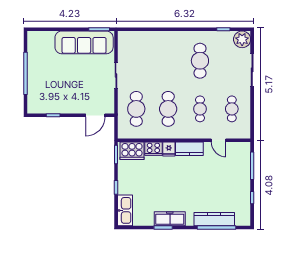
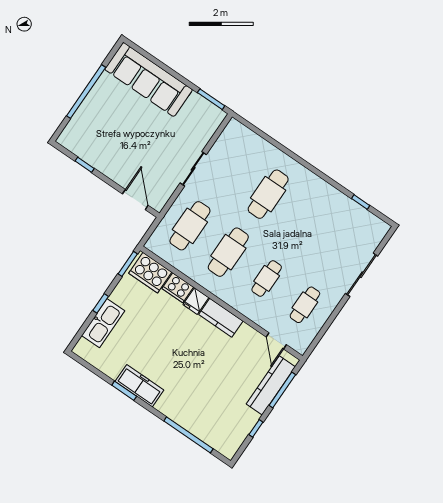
plant: (242, 39) -> (375, 230), removed
sofa: (84, 42) -> (149, 79), moved
cafe table: (200, 61) -> (268, 194), moved
door: (95, 115) -> (135, 200), swing flipped
door: (219, 140) -> (276, 341), moved
kitchen sink: (125, 210) -> (103, 323), moved
kitchen counter: (214, 219) -> (271, 385), moved, turned -90

